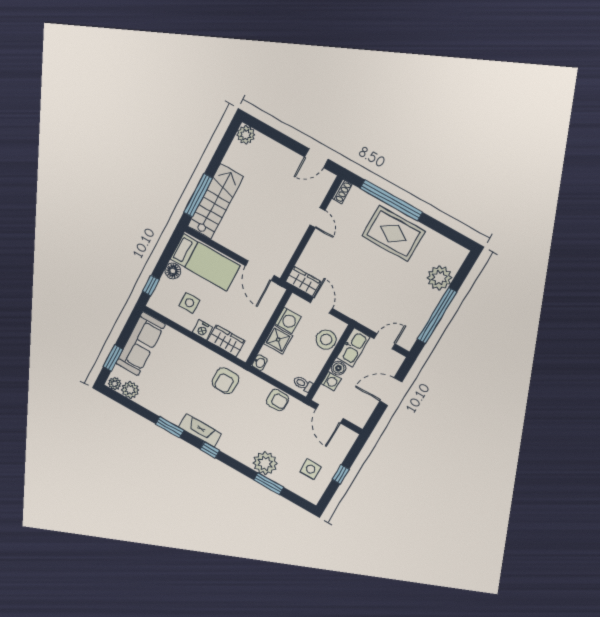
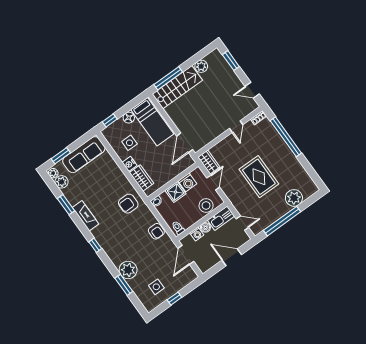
window: (269, 131) -> (231, 61), added
plant: (246, 135) -> (201, 66), moved
rug: (393, 234) -> (259, 177), moved
window: (170, 427) -> (66, 205), moved
fireplace: (200, 430) -> (85, 216), moved

